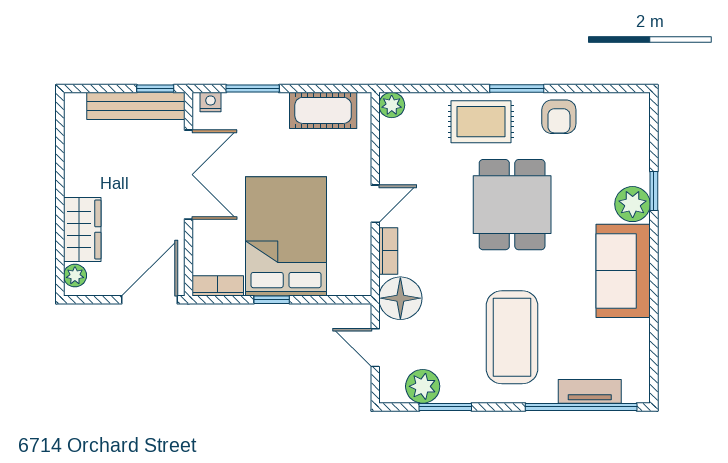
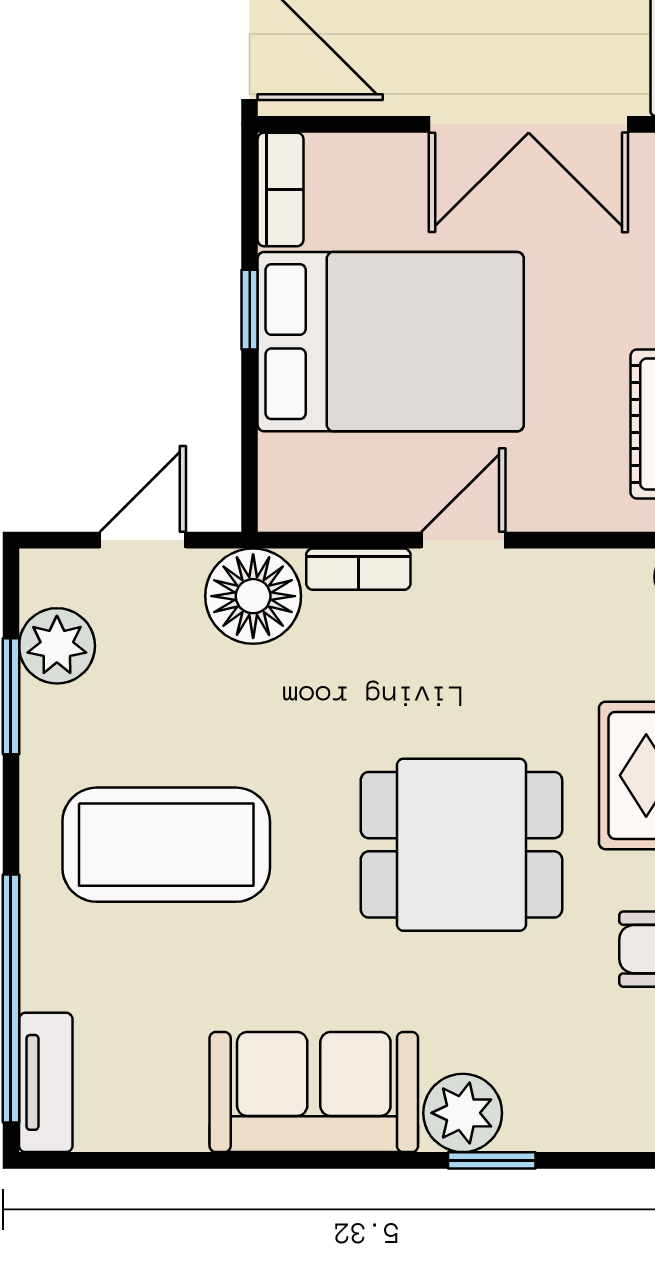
door: (375, 204) -> (463, 540), swing flipped
tv unit: (590, 391) -> (46, 1082), moved

